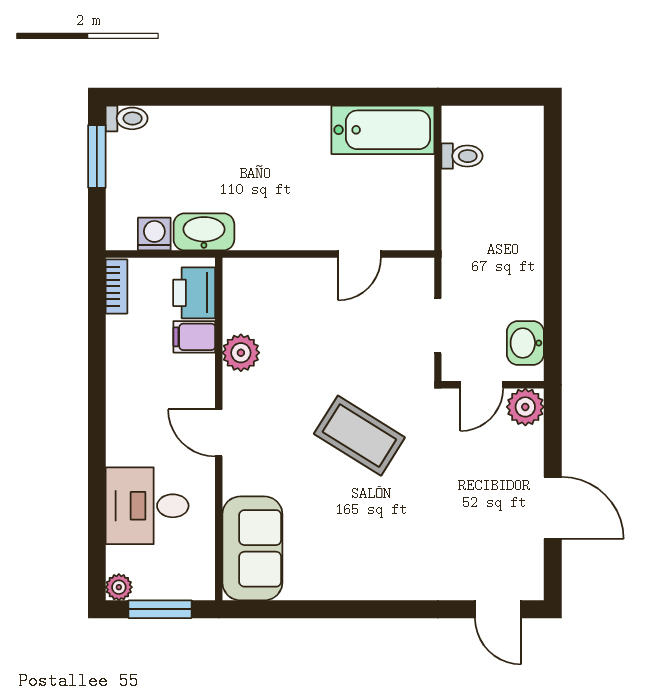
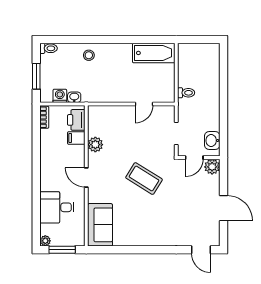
stool: (225, 135) -> (89, 55), added
window: (97, 156) -> (36, 76), moved
toilet: (462, 156) -> (186, 93), moved
washbasin: (204, 232) -> (74, 97), width x0.52, depth x0.69

